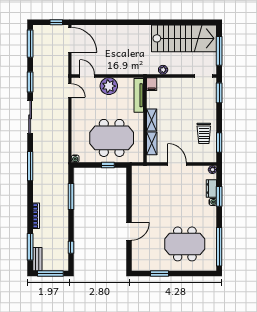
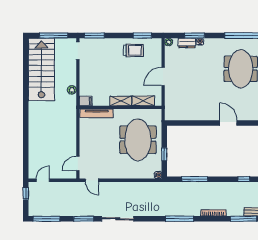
door: (70, 40) -> (43, 180), width x0.53
plant: (109, 86) -> (88, 142), removed
door: (70, 90) -> (92, 180), swing flipped
window: (108, 165) -> (164, 154), moved
window: (30, 166) -> (179, 219), moved

